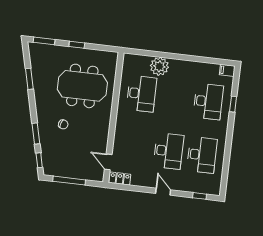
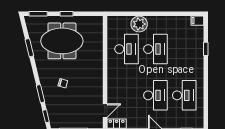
meeting table: (82, 86) -> (62, 41), moved
desk: (208, 101) -> (155, 49), moved
door: (108, 162) -> (105, 111), swing flipped

